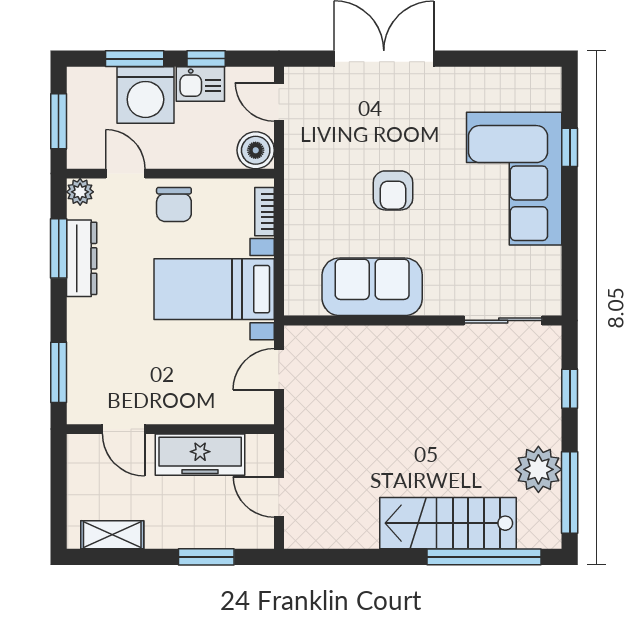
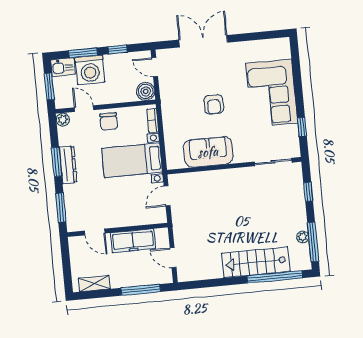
kitchen sink: (200, 84) -> (63, 67), moved
window: (570, 147) -> (302, 127), moved
window: (59, 248) -> (56, 162), moved
dresser: (82, 258) -> (68, 165), moved
plant: (538, 469) -> (303, 237), width x0.53, depth x0.53
window: (206, 557) -> (141, 290), width x1.44

